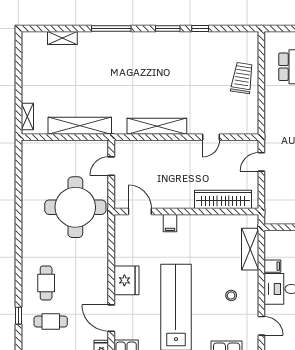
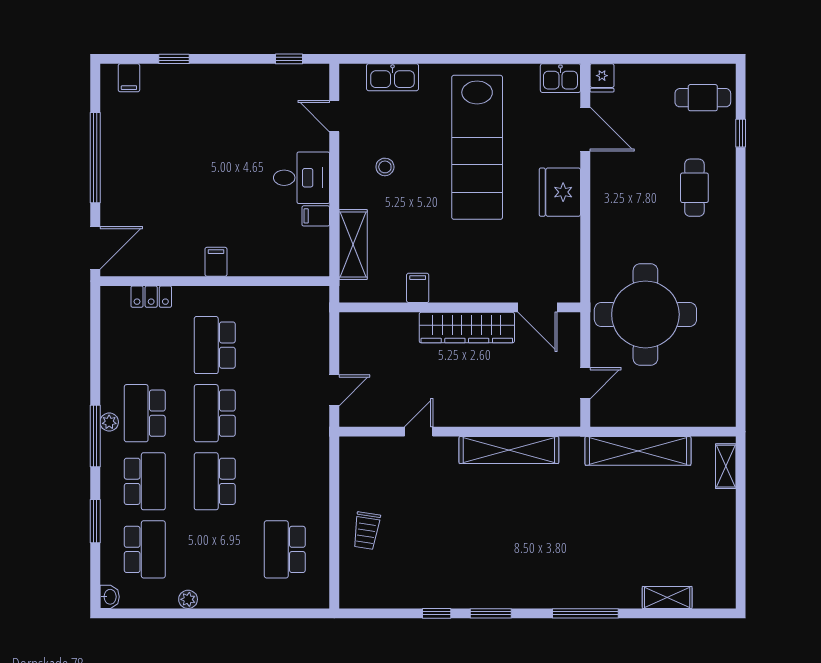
trolley: (242, 78) -> (366, 531), width x0.73, depth x0.72
wardrobe: (223, 199) -> (467, 328), moved
filing cabinet: (170, 223) -> (418, 288), moved
cafe table: (51, 322) -> (703, 98), moved

